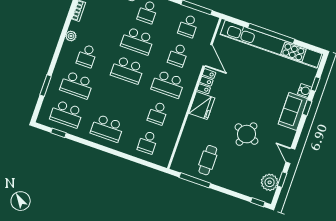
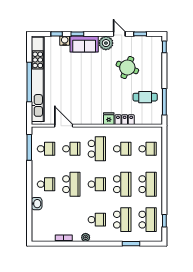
door: (208, 55) -> (64, 126), hinge flipped
school desk: (127, 70) -> (97, 184), width x0.54
locker: (206, 81) -> (125, 120), moved
school desk: (117, 99) -> (122, 184), added
fridge: (202, 106) -> (109, 119), width x0.53, depth x0.75
round table: (247, 134) -> (127, 67), moved
door: (290, 156) -> (119, 34), swing flipped
plant: (270, 182) -> (106, 43), moved

